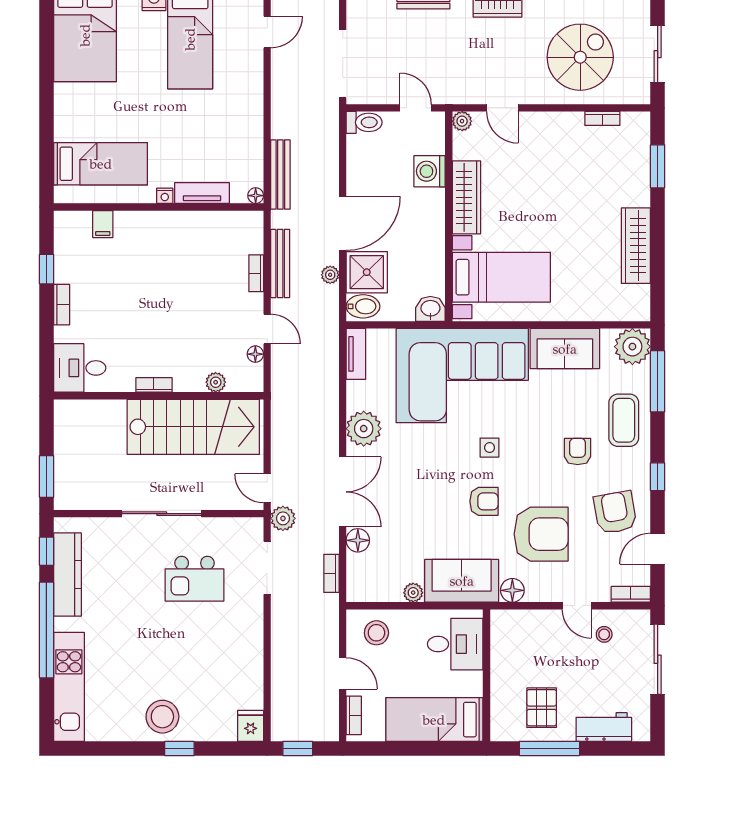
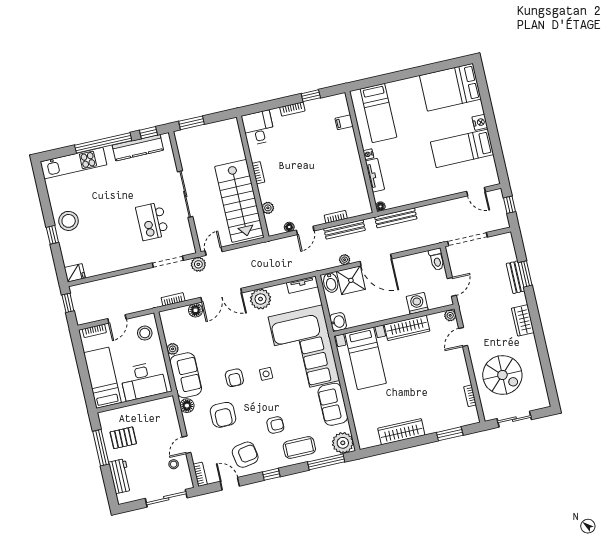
armchair: (541, 534) -> (223, 415), width x0.73, depth x0.73
desk: (455, 644) -> (143, 381), width x1.37

